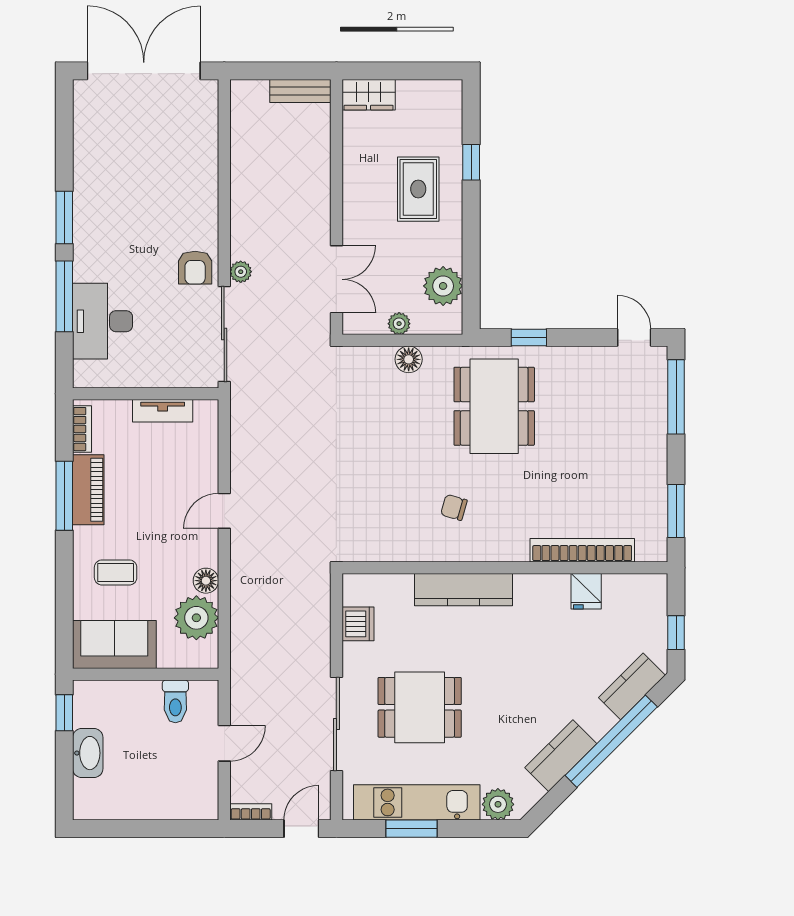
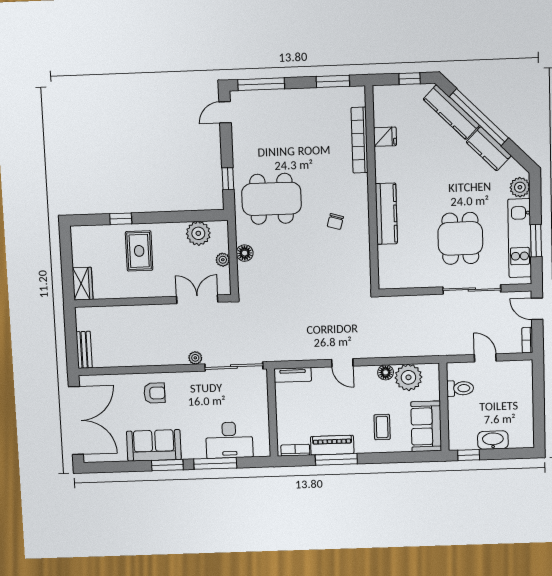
double door: (144, 71) -> (76, 421), swing flipped
bench: (300, 91) -> (84, 350), moved
rug: (418, 189) -> (139, 251), turned 90
sofa: (98, 197) -> (154, 445), added
armchair: (195, 268) -> (154, 393), moved
tv unit: (163, 411) -> (293, 375), moved, turned 90
dishwasher: (358, 624) -> (409, 278), removed
kitchen counter: (632, 686) -> (451, 112), width x1.50

